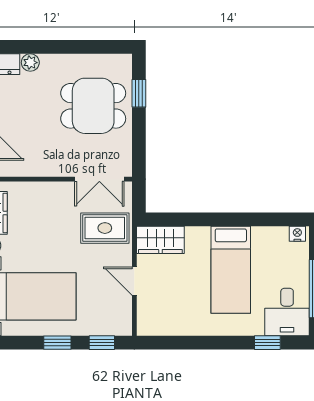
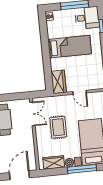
rug: (105, 228) -> (58, 127), moved
door: (134, 281) -> (80, 92), hinge flipped

